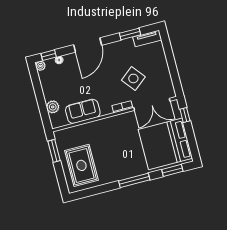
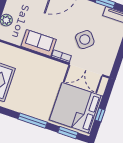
sofa: (83, 111) -> (39, 43), moved
window: (185, 115) -> (100, 115), moved

